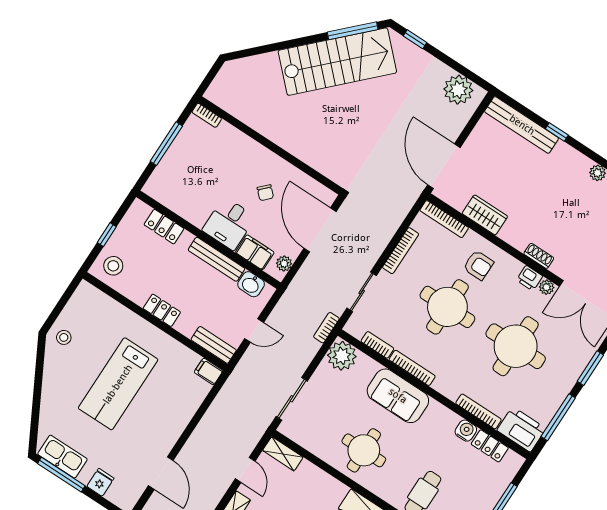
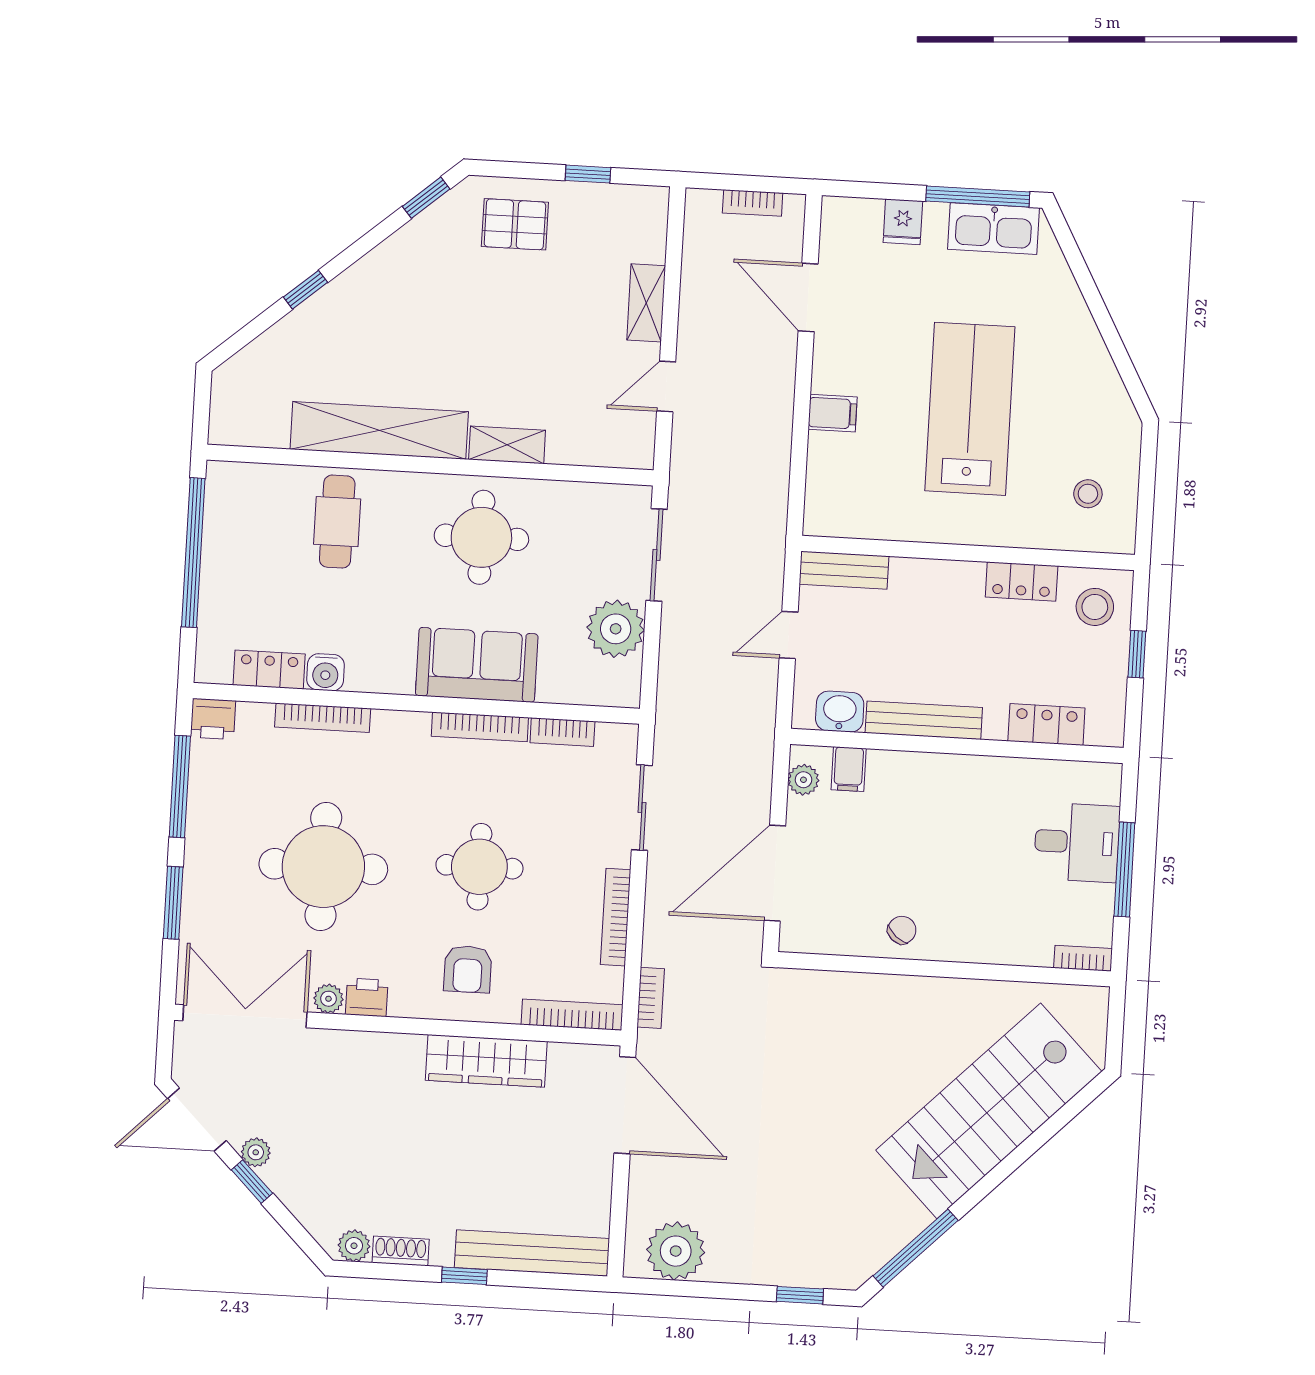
stairs: (337, 62) -> (989, 1111), moved
chair: (265, 193) -> (902, 930), moved, turned 87
wardrobe: (485, 215) -> (486, 1061), width x1.50
desk: (229, 224) -> (1077, 842), moved, turned 90
door: (320, 230) -> (775, 873), swing flipped
filing cabinet: (255, 252) -> (849, 769), width x0.50
shoe rack: (539, 256) -> (401, 1251), moved, turned 180
armchair: (478, 265) -> (468, 969), turned -90
round table: (447, 307) -> (479, 867), width x0.73, depth x0.73
locker: (162, 310) -> (1022, 581), moved
bookcase: (326, 328) -> (651, 998), moved
stool: (64, 337) -> (1088, 494), moved
plant: (342, 356) -> (616, 629), moved
filing cabinet: (209, 371) -> (833, 413), moved
printer: (521, 429) -> (213, 719), width x0.53, depth x0.68
shelving: (283, 454) -> (507, 445), moved
door: (245, 470) -> (666, 386), hinge flipped

